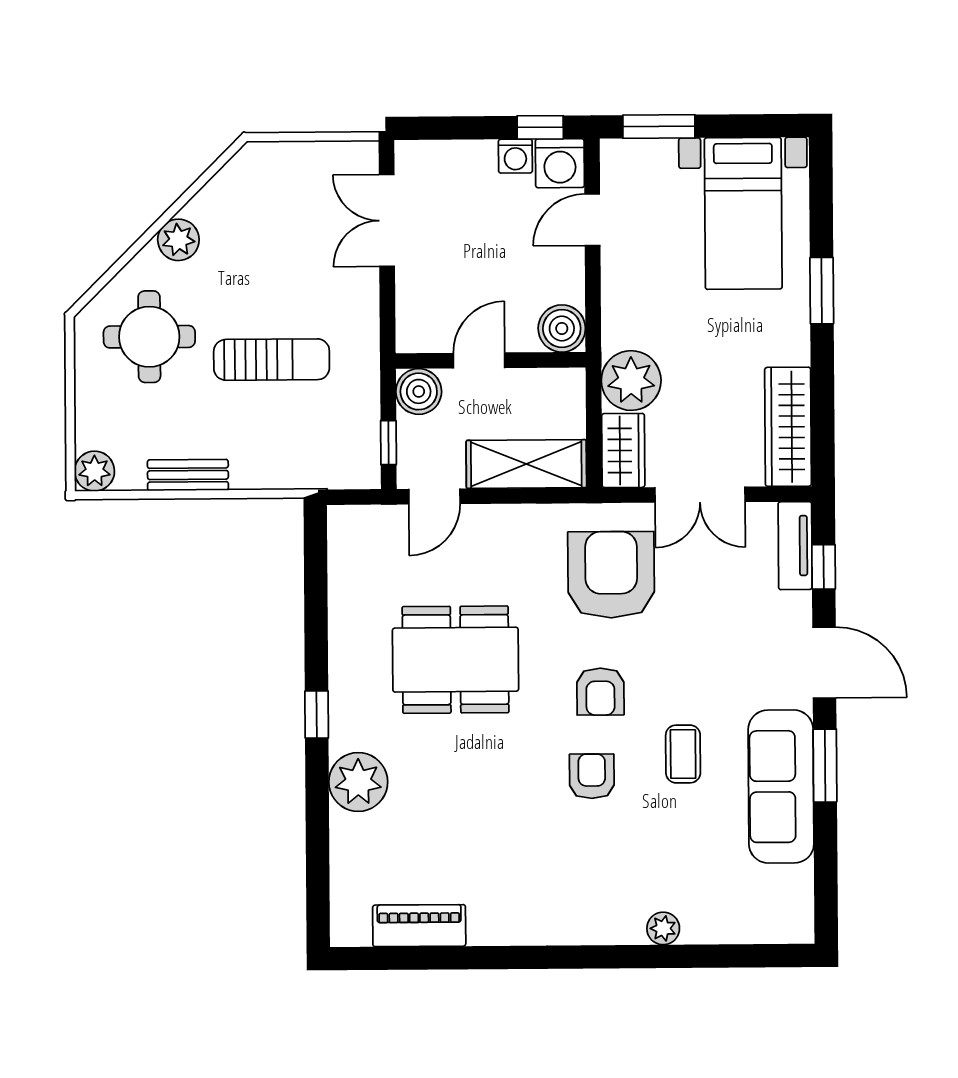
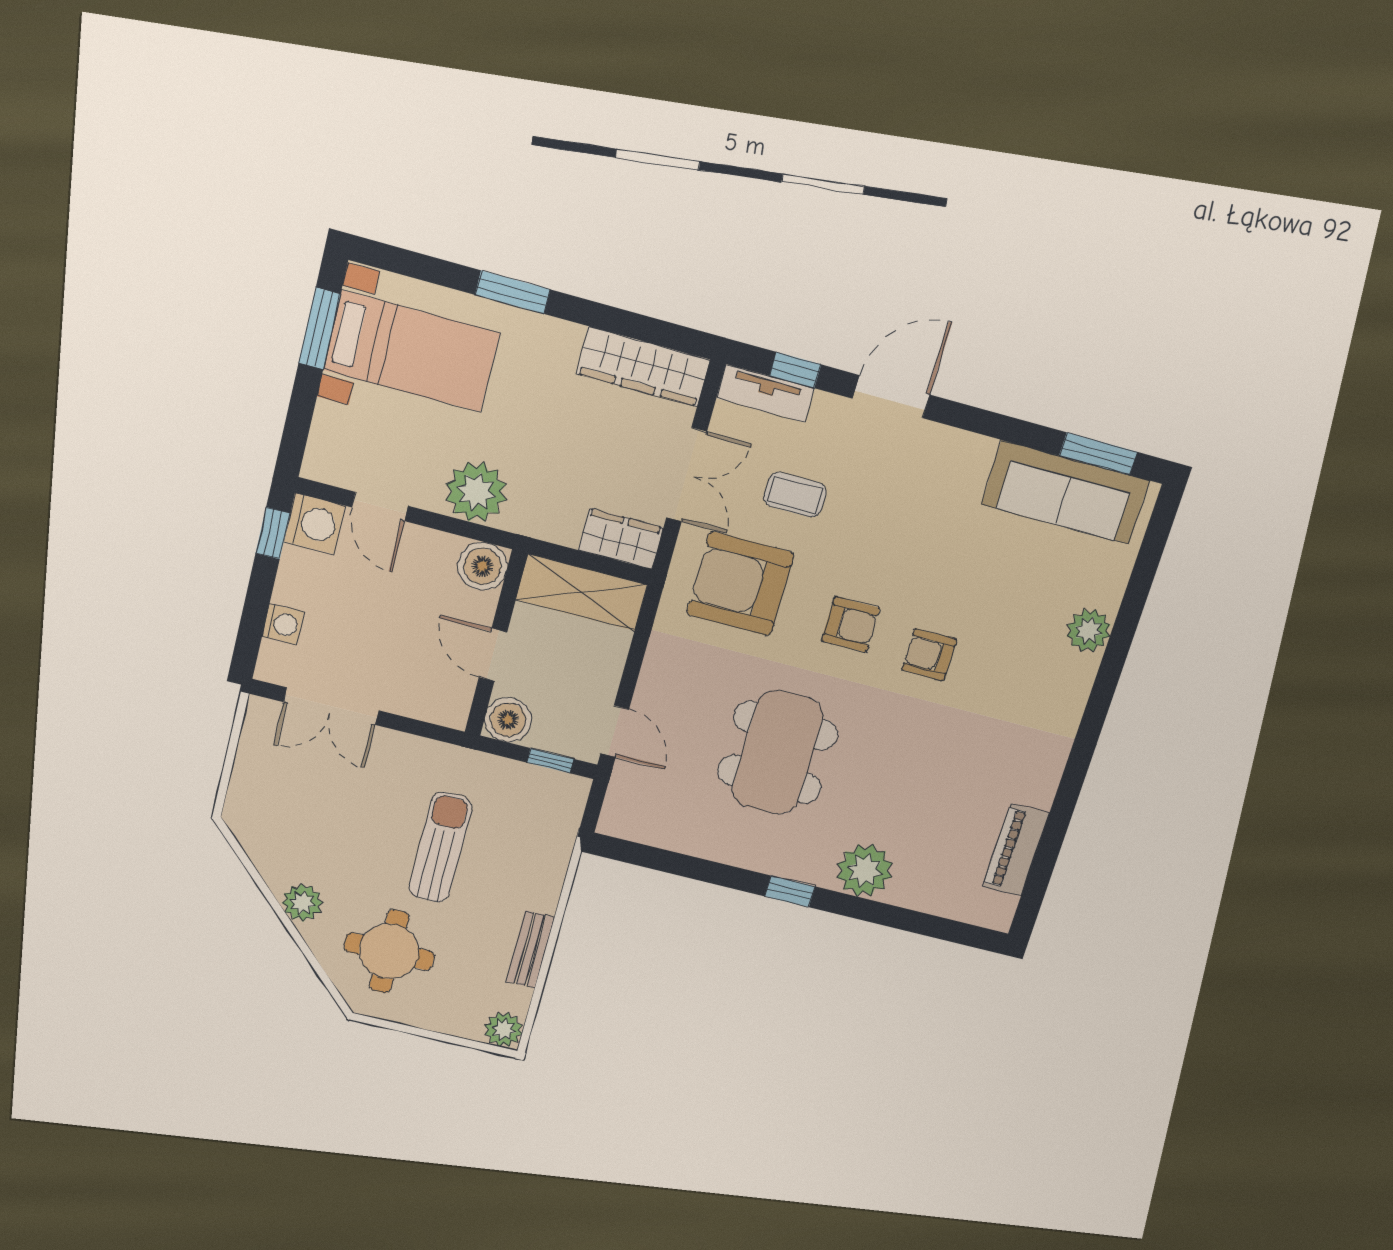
window: (659, 126) -> (319, 329), moved
washing machine: (515, 156) -> (283, 624), moved
plant: (631, 381) -> (476, 492), moved
shelving: (526, 464) -> (581, 592), moved, turned 90
coffee table: (683, 754) -> (795, 495), moved
window: (825, 766) -> (1098, 454), moved
sofa: (781, 787) -> (1066, 492), moved
plant: (663, 928) -> (1089, 630), width x1.38, depth x1.38

